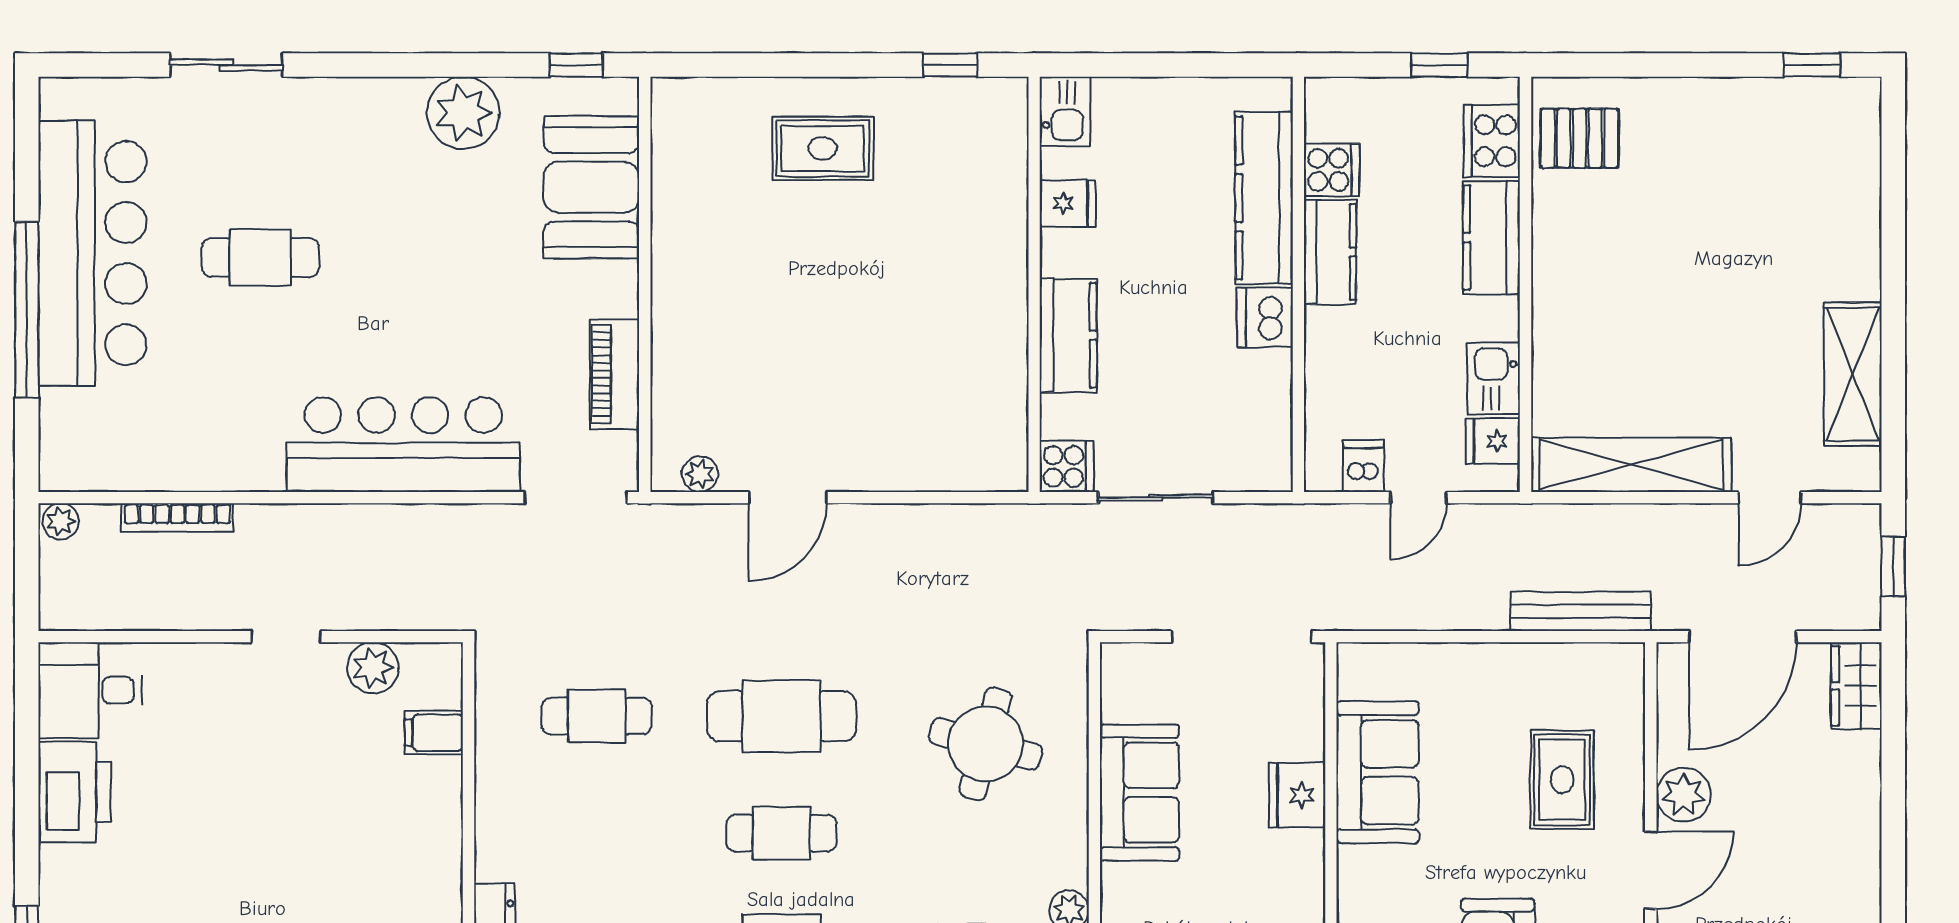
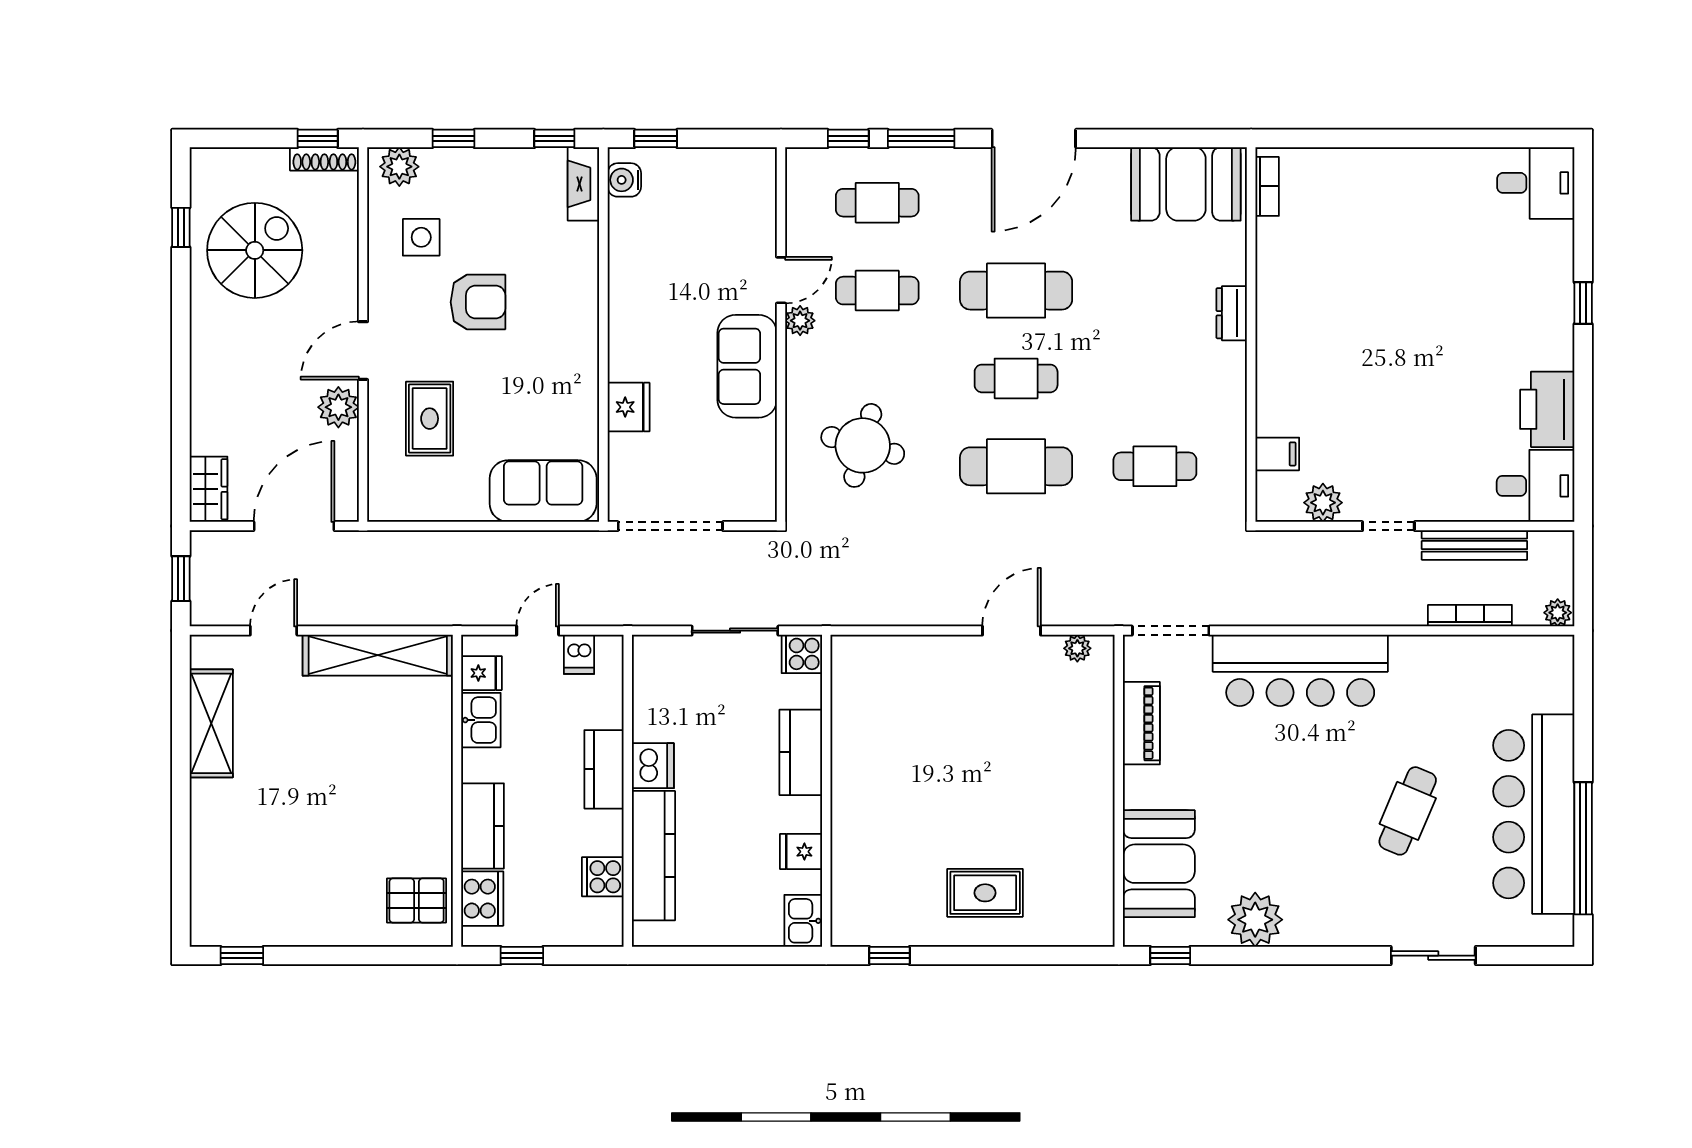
kitchen counter: (1330, 252) -> (604, 769), moved
cafe table: (260, 257) -> (1408, 811), turned -67
window: (27, 310) -> (1583, 848), moved
bench: (1581, 611) -> (1474, 545), moved
sofa: (1378, 772) -> (543, 491), moved, turned 90
sofa: (1139, 793) -> (747, 366), moved

